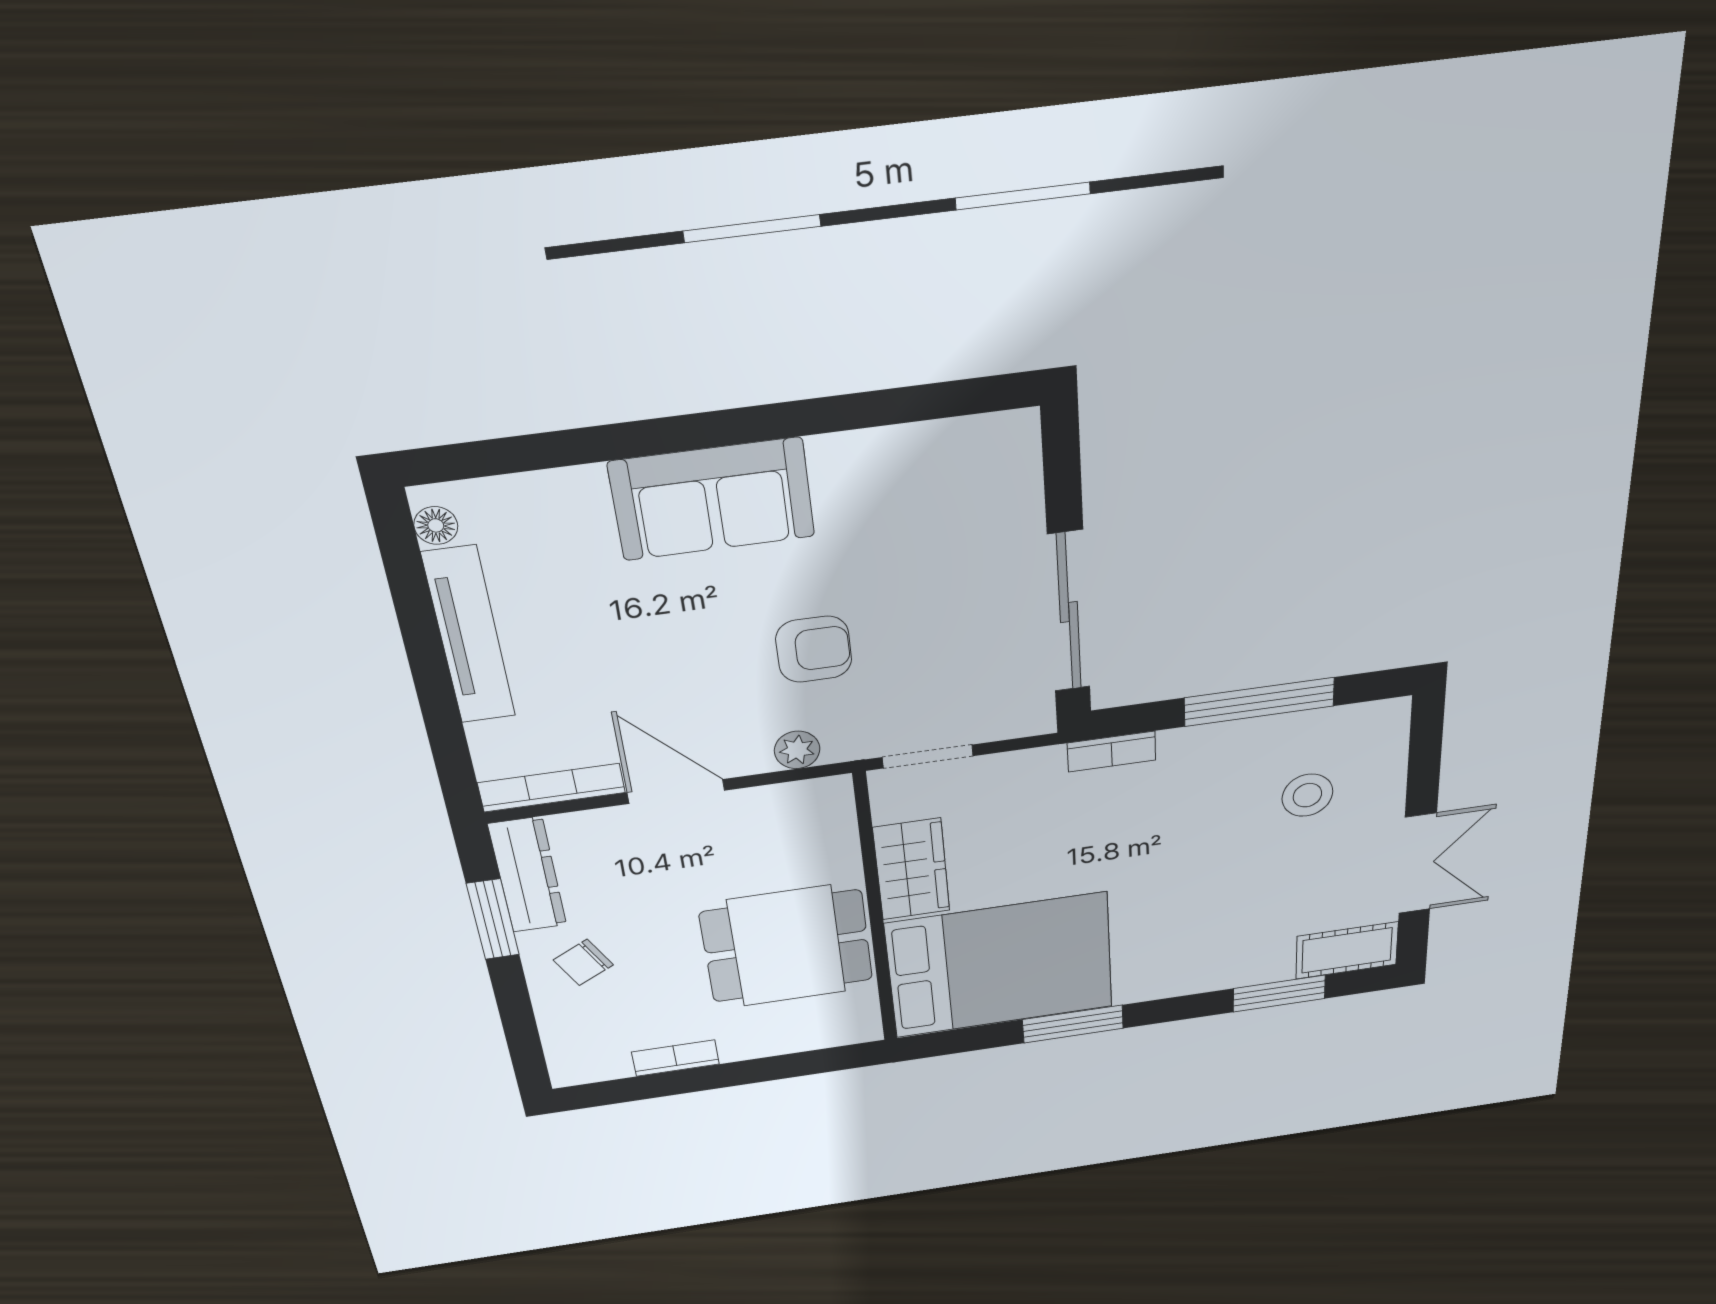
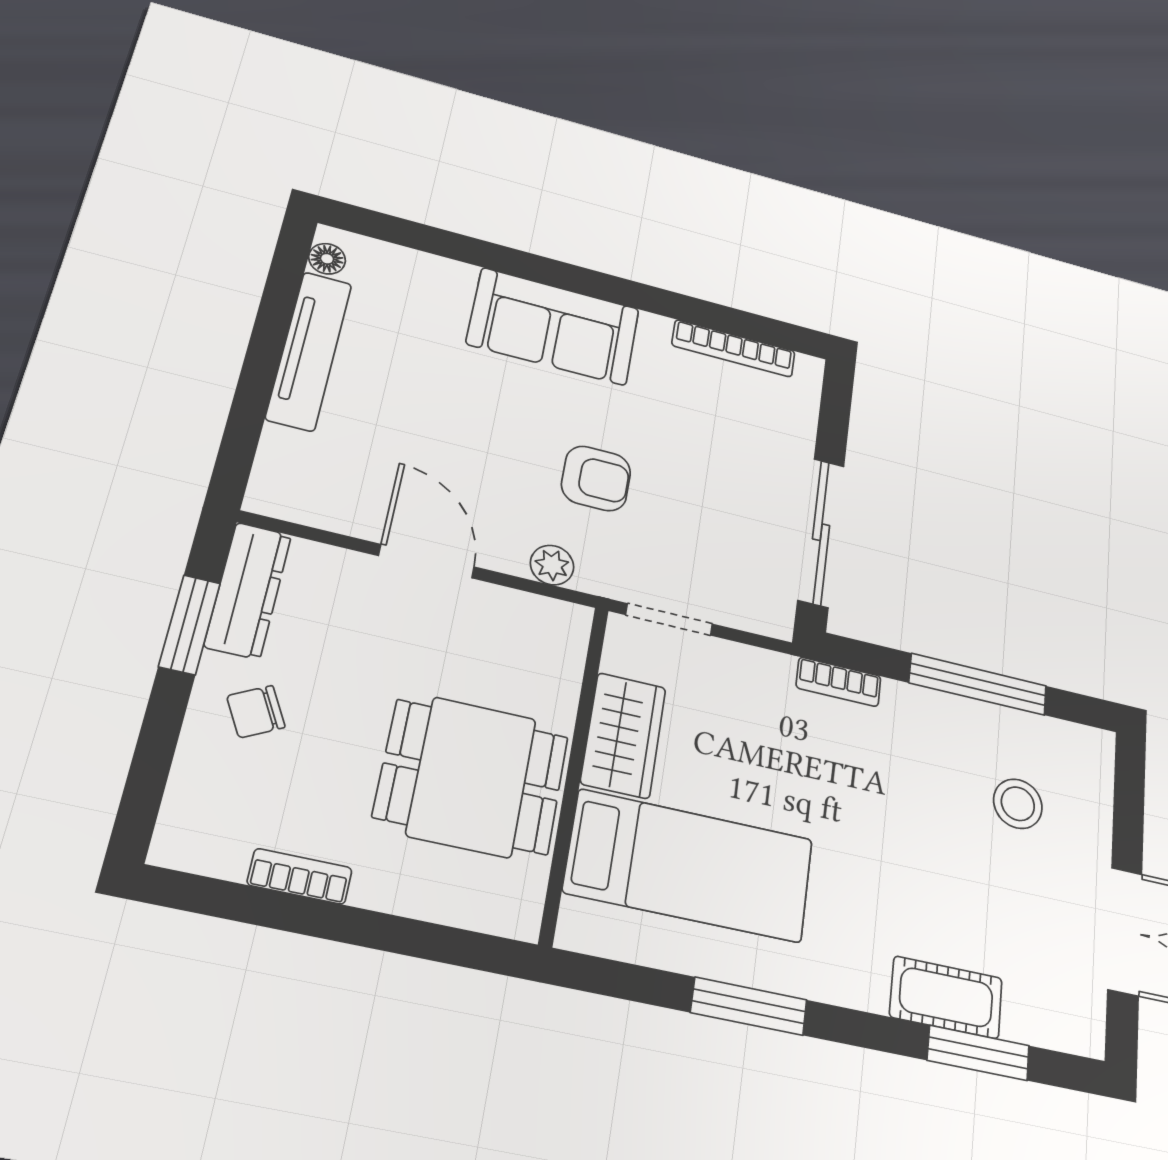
bookcase: (552, 788) -> (734, 348), moved, turned 180
cot: (1347, 950) -> (946, 997), moved
bed: (1000, 965) -> (690, 866), width x0.67

